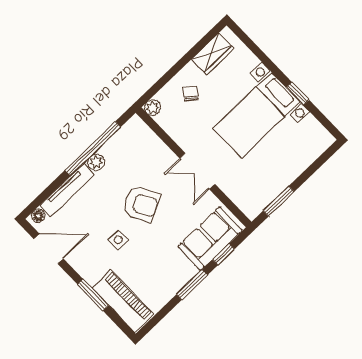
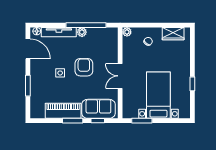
bed with nightstands: (257, 115) -> (158, 95), moved, turned 90
armchair: (141, 204) -> (84, 67), turned -152
piano: (123, 301) -> (63, 111), moved, turned -90

